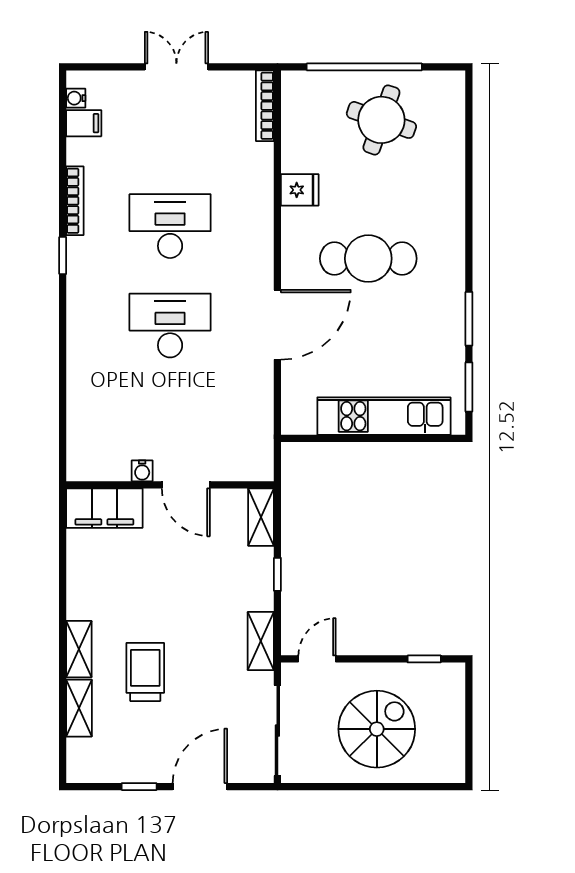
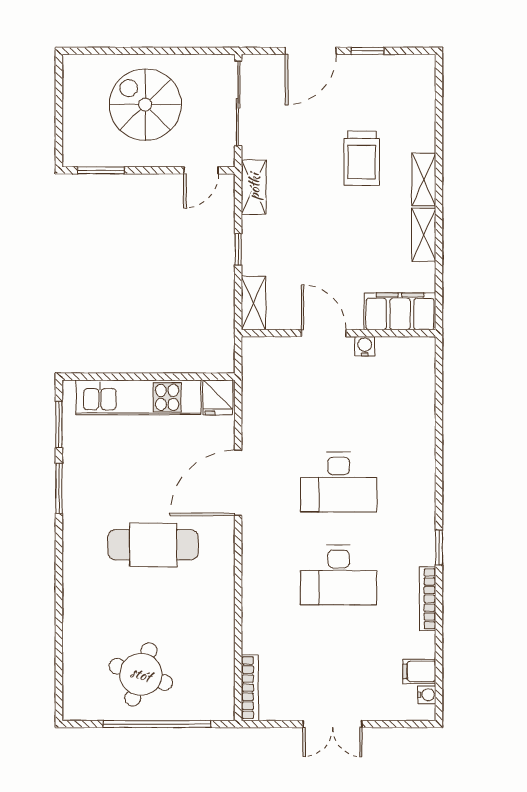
fridge: (300, 190) -> (218, 397), moved, turned -90
window: (424, 659) -> (101, 170), width x1.50
shelving: (79, 708) -> (424, 235), moved
spiral stairs: (377, 729) -> (145, 105), turned 90

